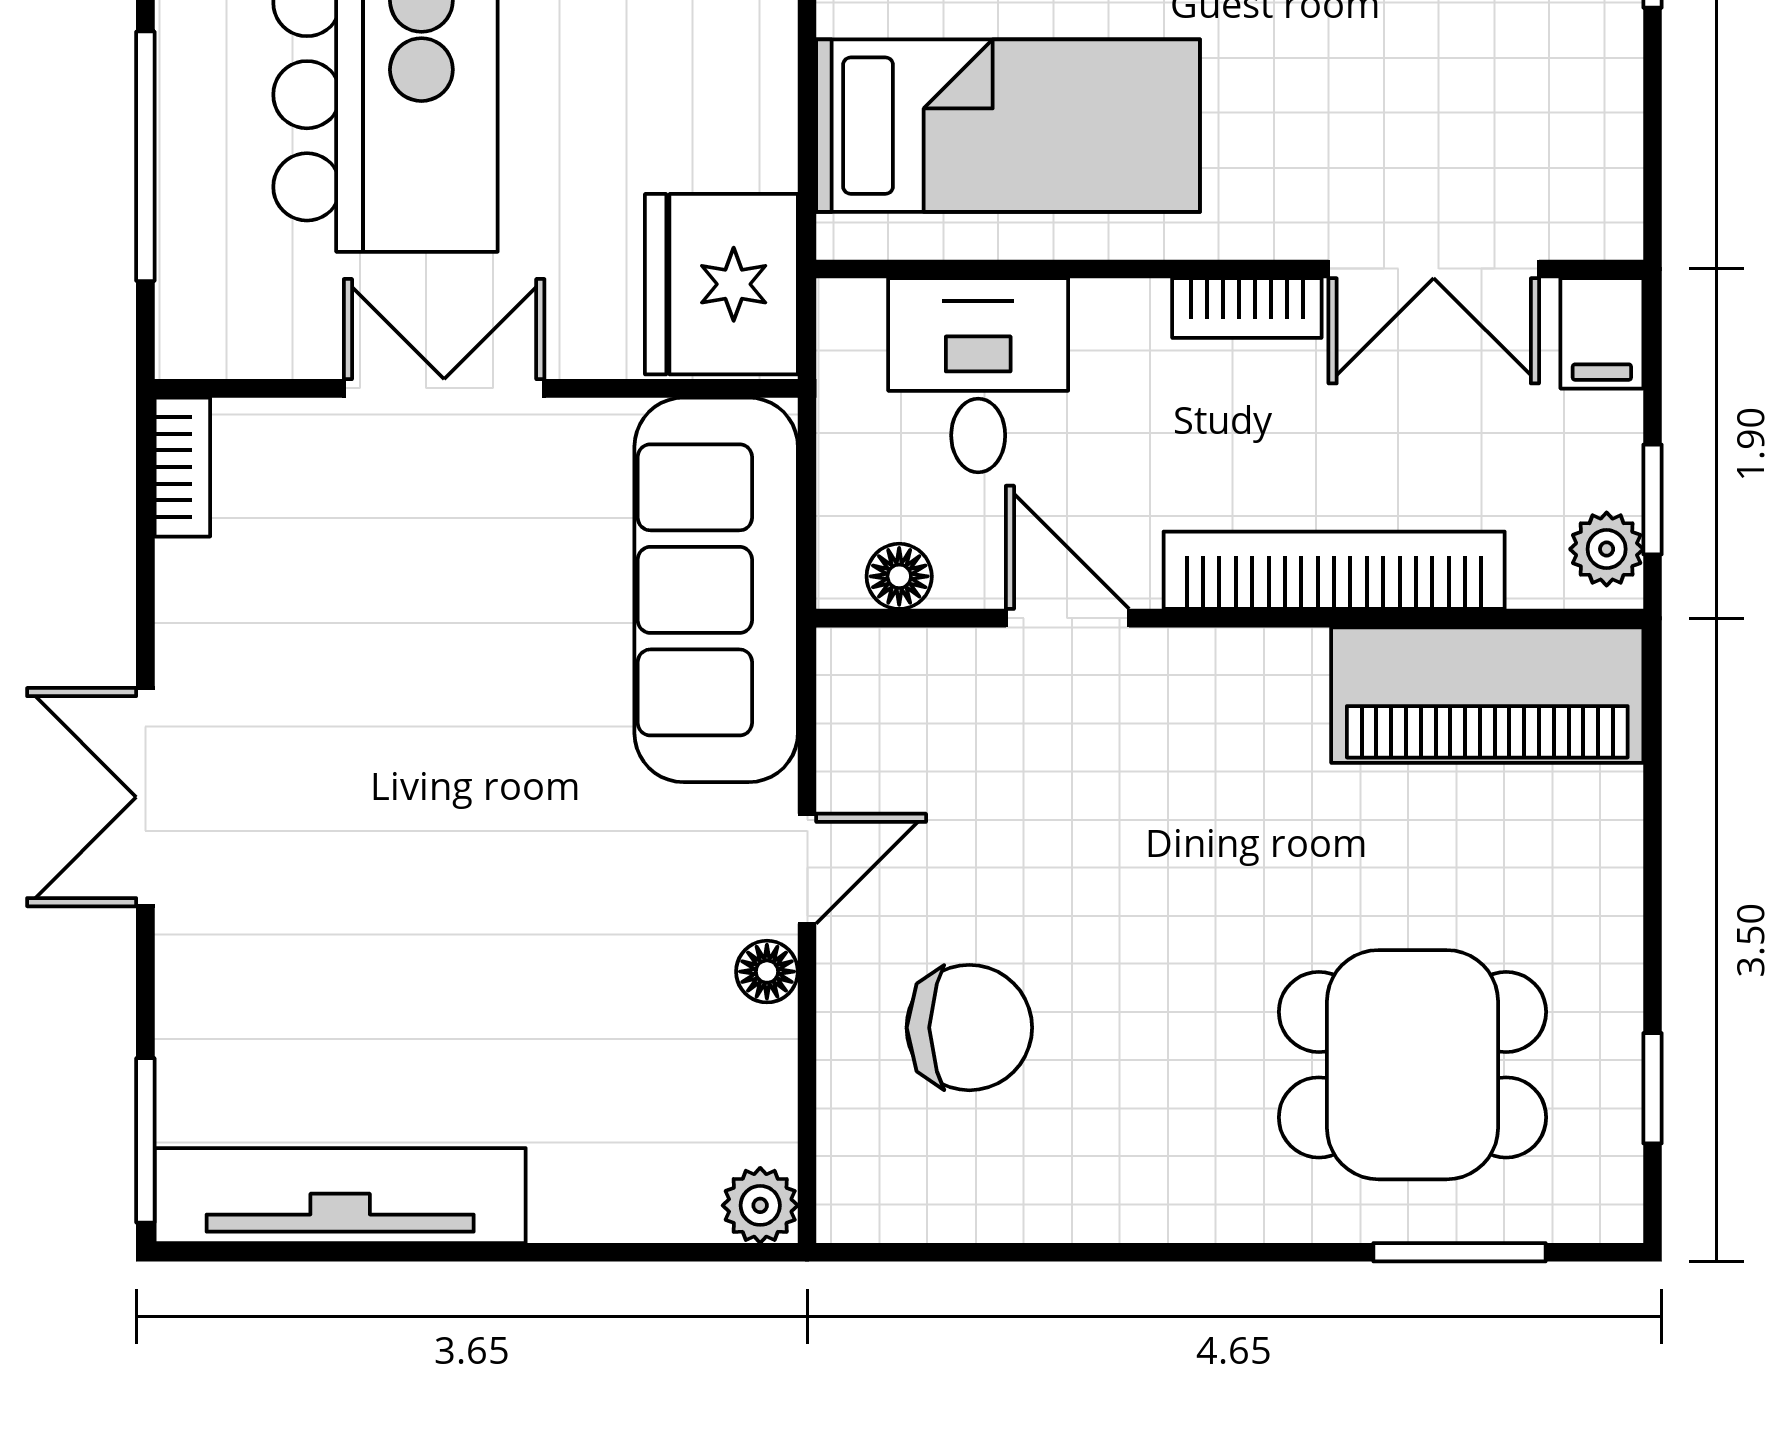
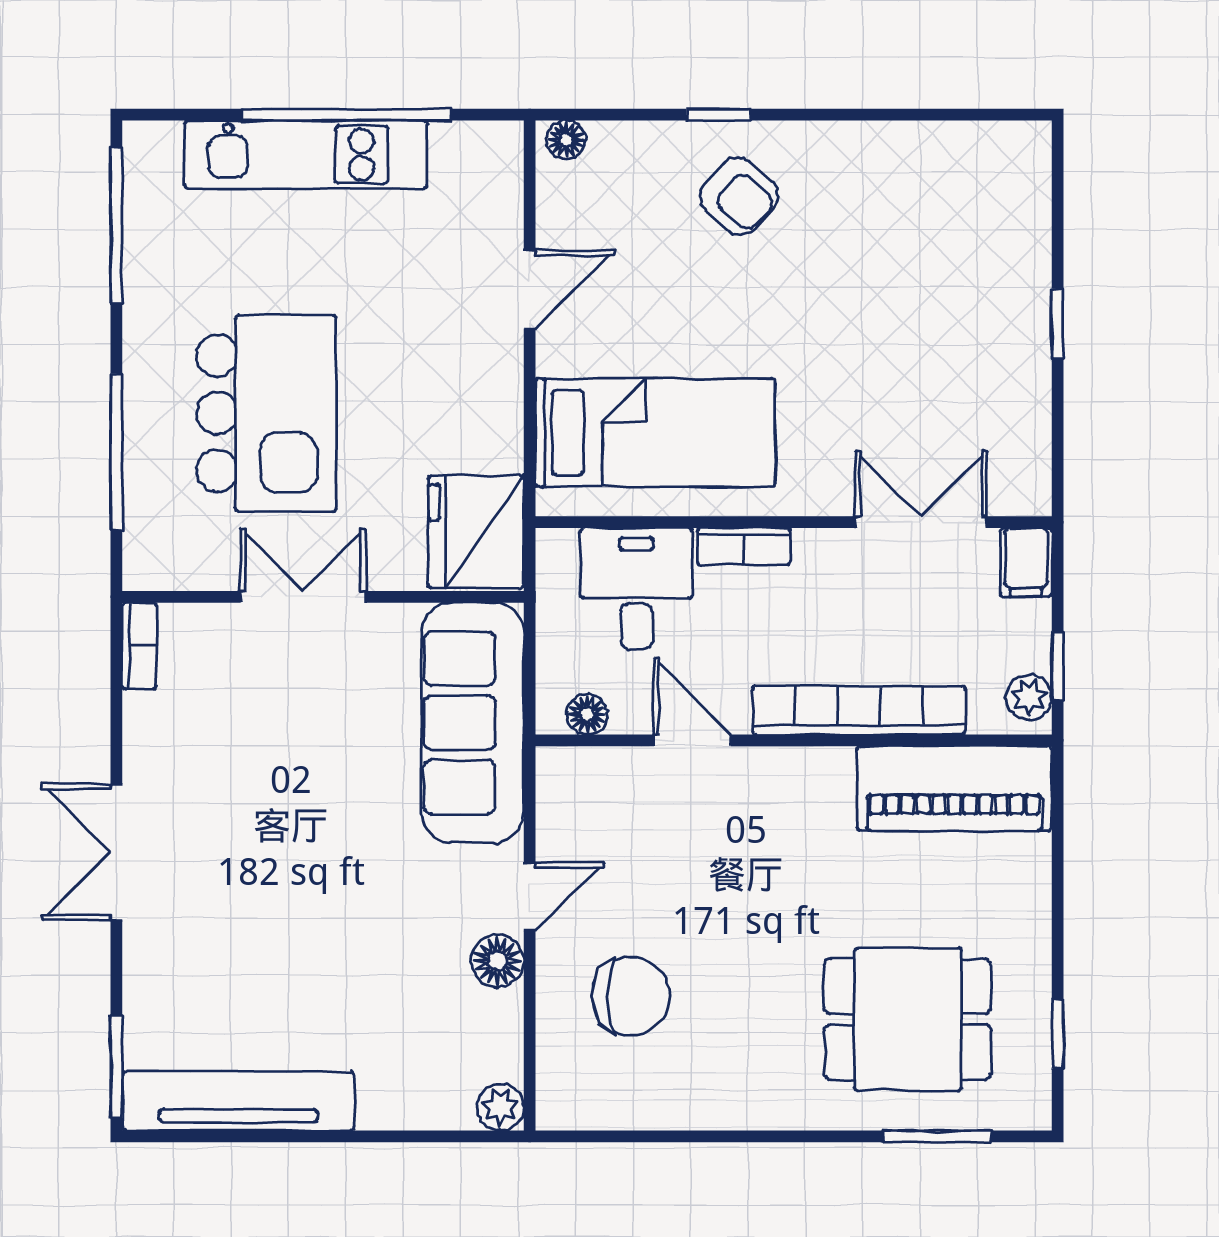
double door: (1434, 269) -> (921, 522), swing flipped
bookcase: (1247, 308) -> (744, 547), moved
floor lamp: (767, 972) -> (497, 961), width x1.37, depth x1.37

